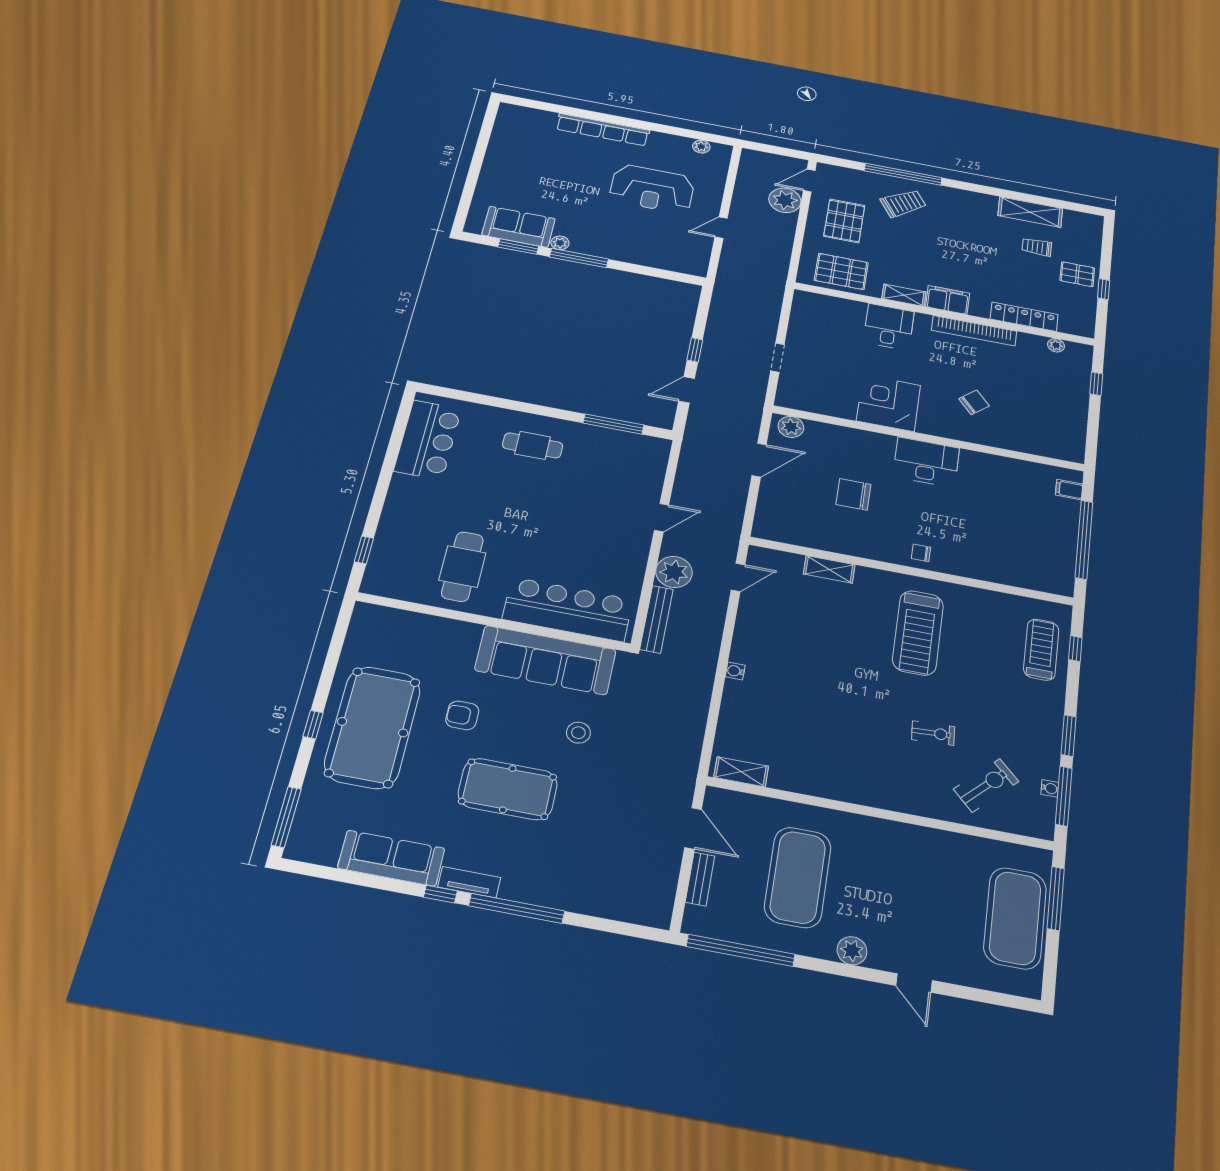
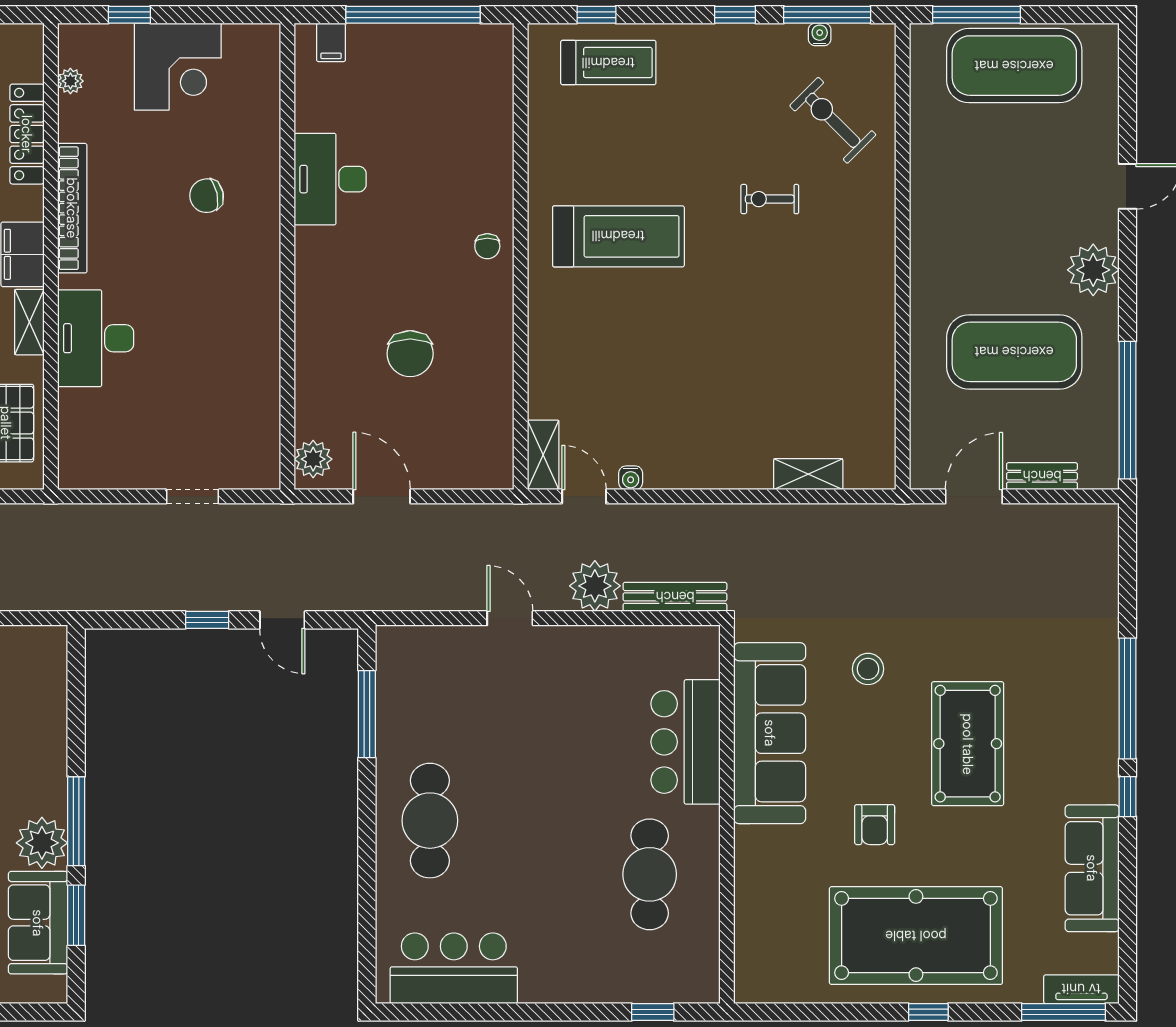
plant: (560, 243) -> (42, 843), width x1.87, depth x1.87
desk: (889, 327) -> (96, 338), width x1.37
chair: (974, 402) -> (207, 196), turned -61
corner desk: (888, 403) -> (178, 67), moved, turned -90
cafe table: (533, 445) -> (430, 821), width x1.37, depth x1.35
desk: (926, 462) -> (330, 179), moved
cafe table: (462, 567) -> (650, 874), turned 90
shelving: (829, 569) -> (543, 455), moved
bar counter: (568, 609) -> (686, 742), width x0.73
treadmill: (1041, 650) -> (608, 63), turned 180
water cooler: (735, 671) -> (631, 478), moved
exercise bike: (933, 733) -> (770, 199), turned -87
window: (1069, 736) -> (735, 15), width x0.67
shelving: (741, 772) -> (808, 474), moved, turned 90
tv unit: (469, 882) -> (1081, 989), moved, turned 90
plant: (852, 951) -> (1093, 270), width x1.36, depth x1.36

